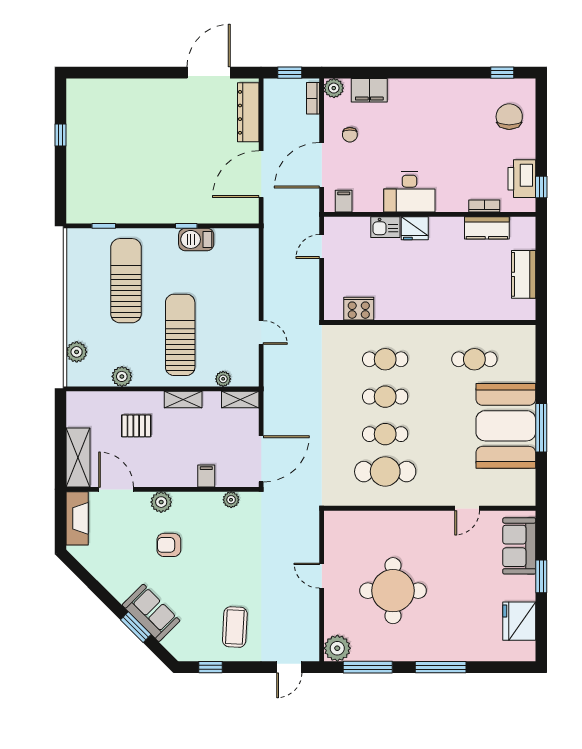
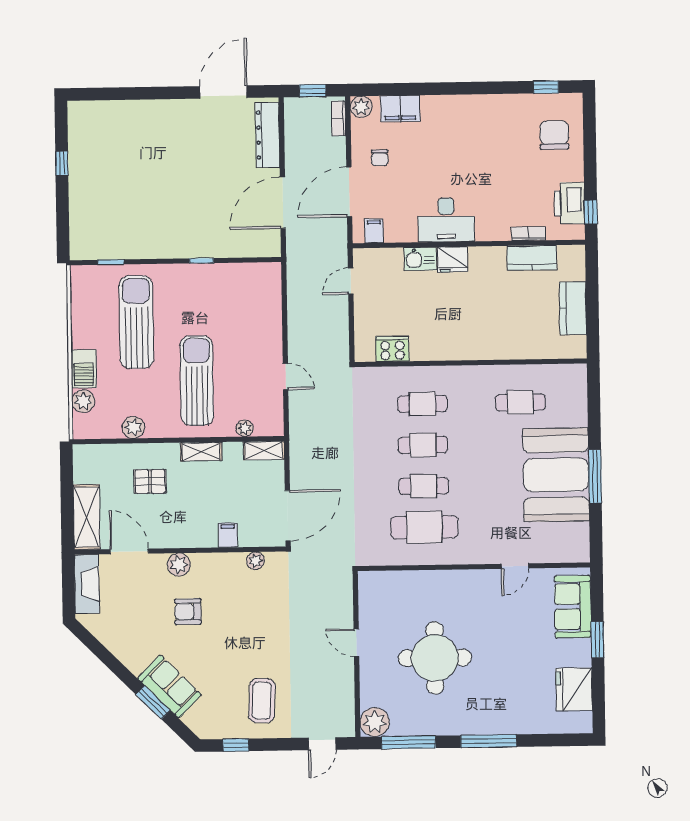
barbecue: (196, 239) -> (84, 369), moved, turned -90

